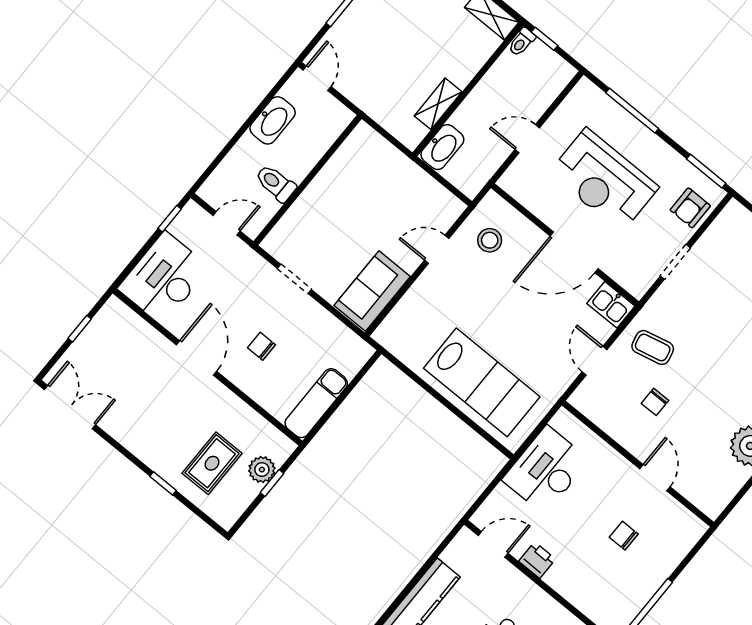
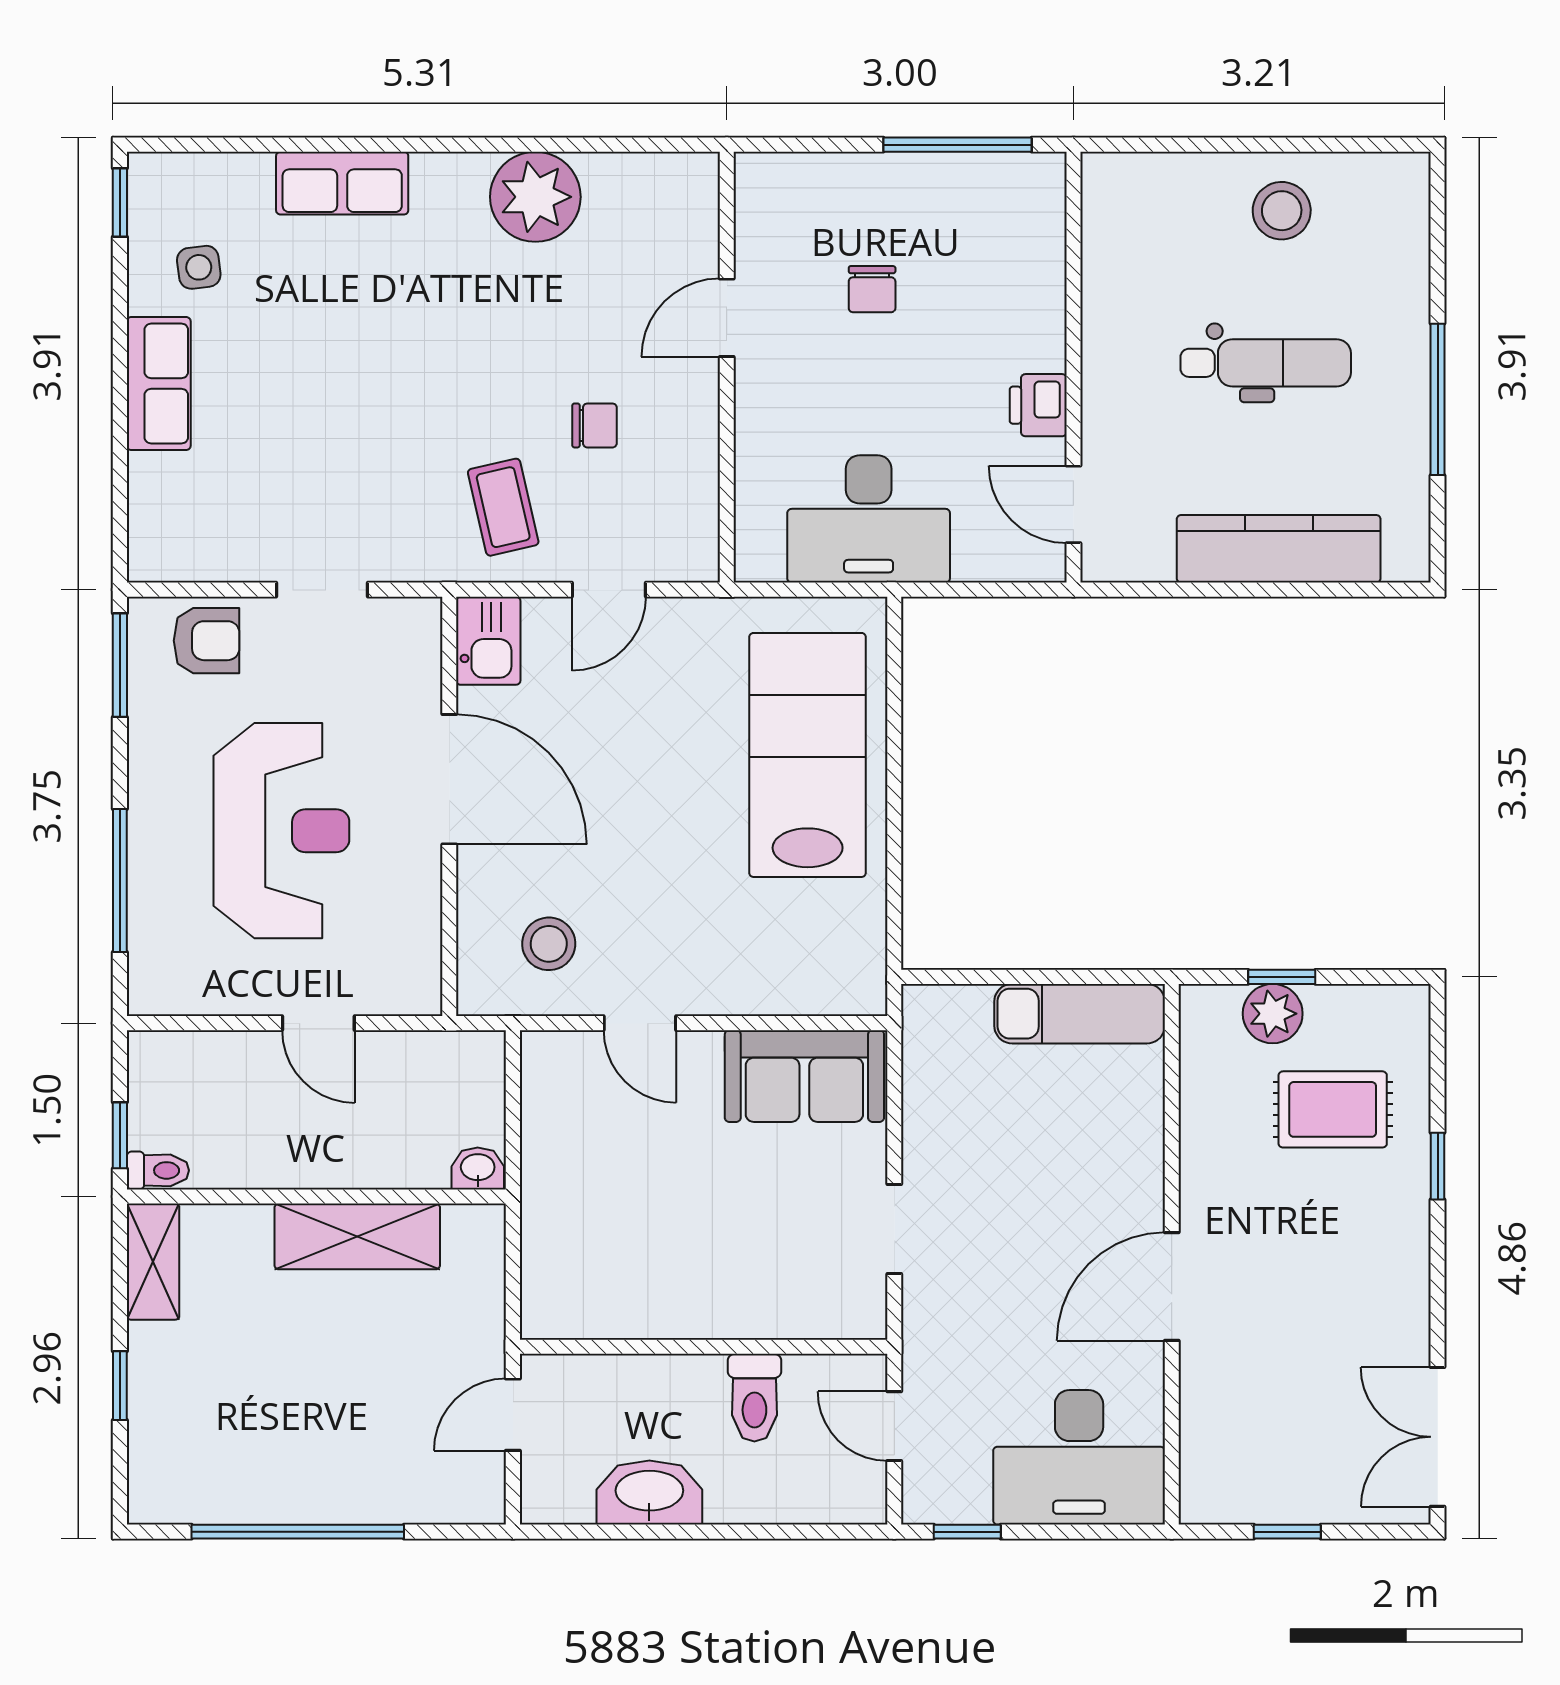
door: (317, 78) -> (513, 1415), moved
shelving: (438, 104) -> (357, 1236), width x1.50, depth x1.33
washbasin: (442, 147) -> (478, 1168), width x0.52, depth x0.69
chair: (262, 346) -> (1059, 1190), removed

